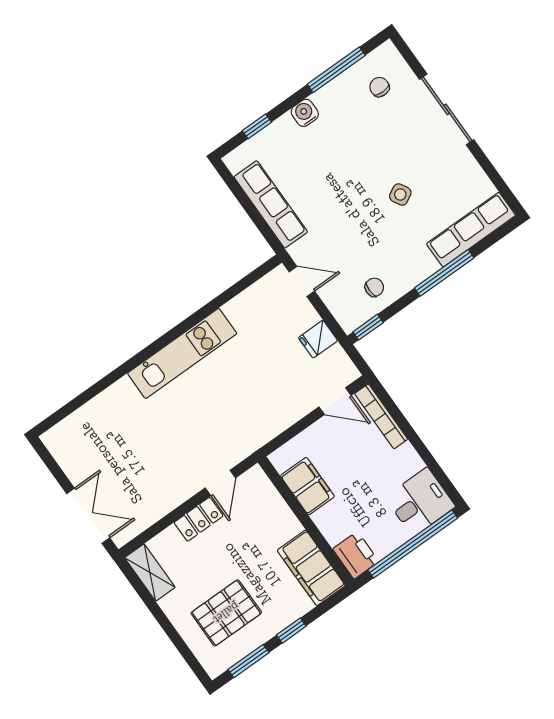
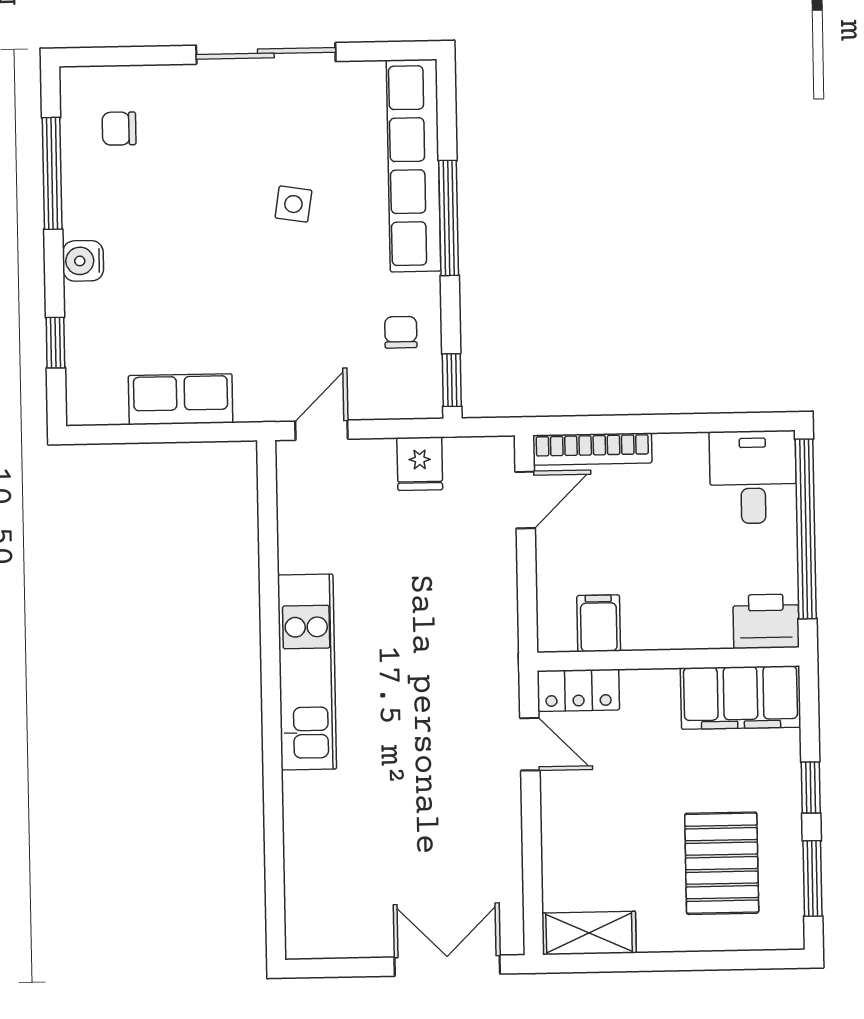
sliding door: (447, 109) -> (266, 53), moved
side table: (400, 195) -> (293, 204), turned 38
row of seats: (271, 204) -> (181, 399), width x0.68
row of seats: (471, 230) -> (414, 166), width x1.36
filing cabinet: (307, 486) -> (599, 623), width x0.50
locker: (199, 519) -> (578, 690), moved, turned 90

